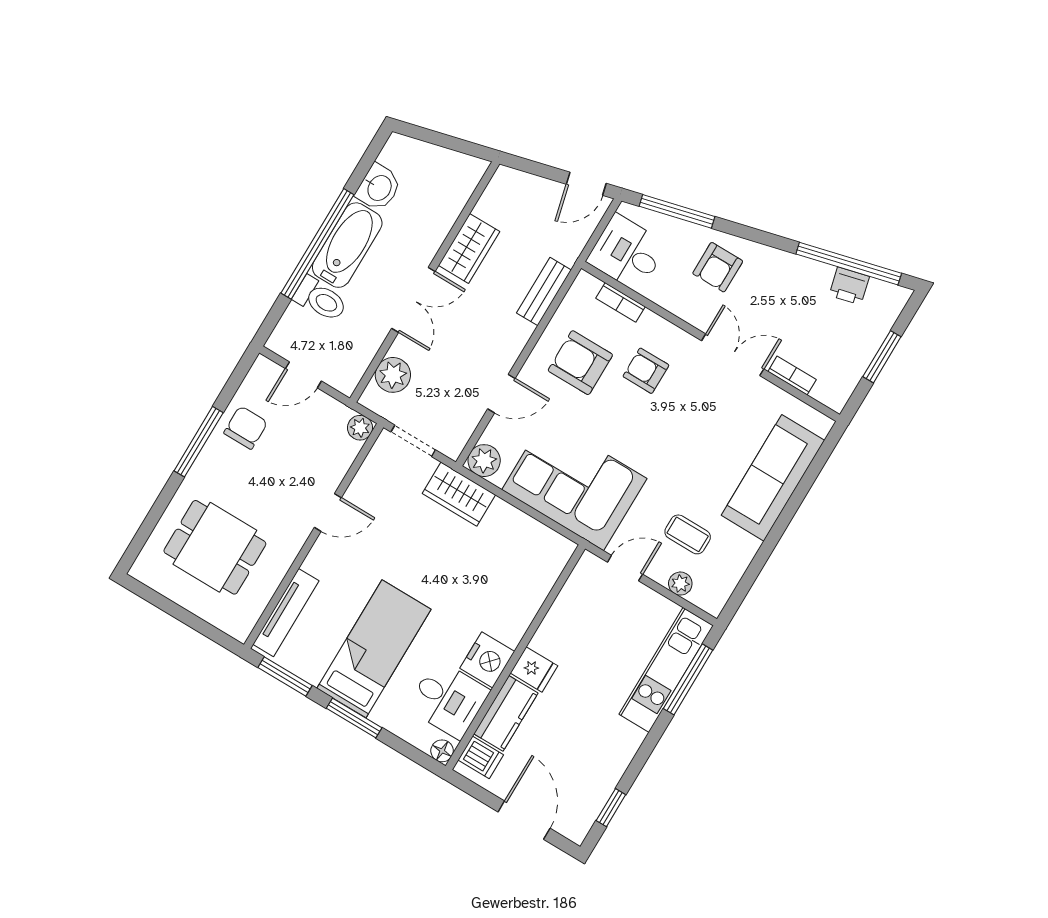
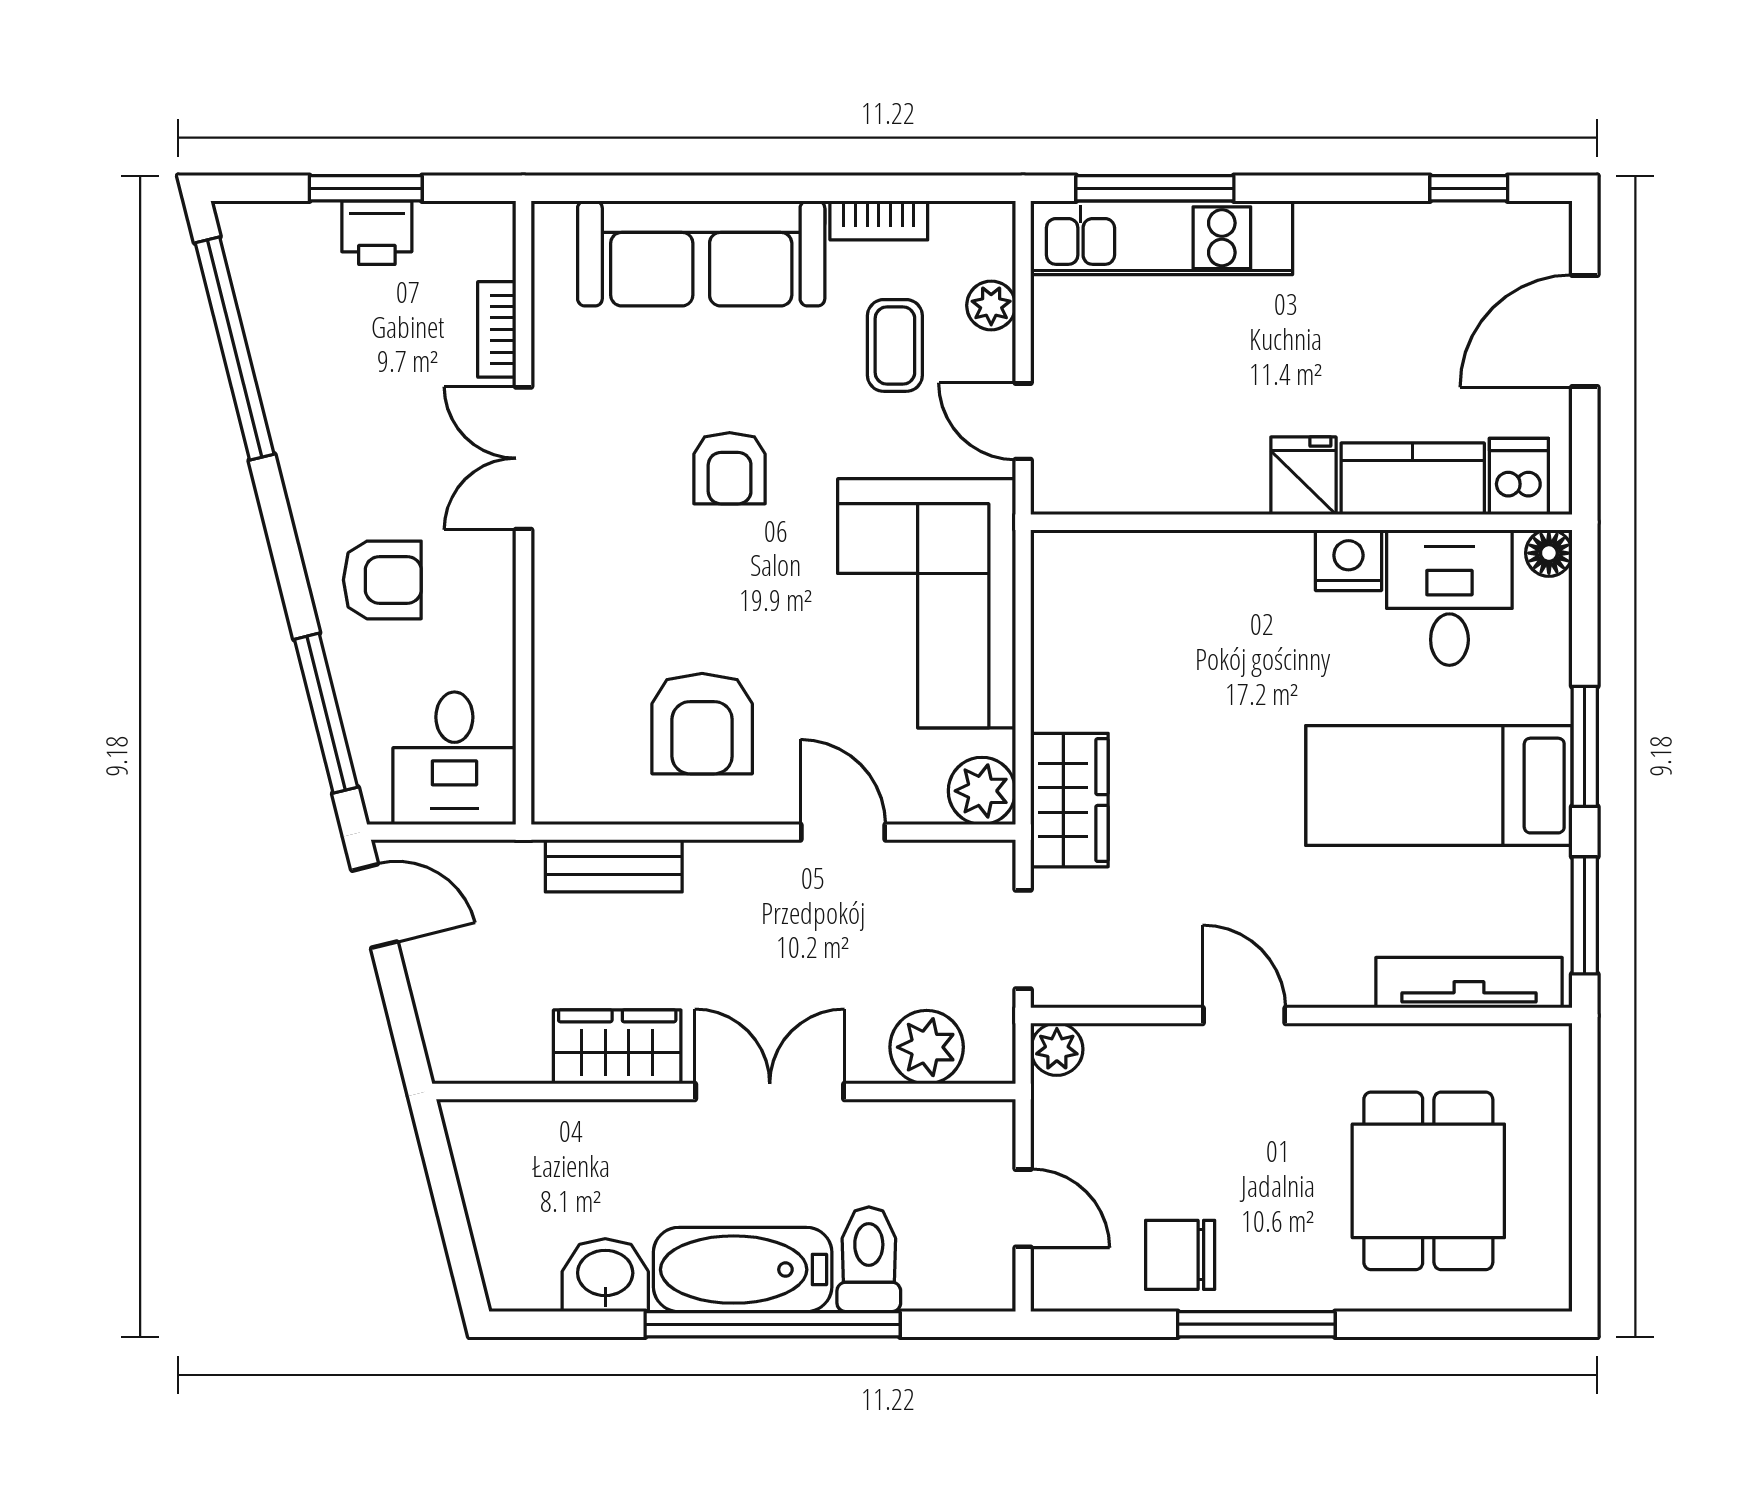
printer: (849, 286) -> (377, 233), moved, turned 104
bookcase: (621, 302) -> (879, 220), moved, turned 90
armchair: (646, 371) -> (730, 468), moved
nightstand: (487, 660) -> (1348, 560), width x0.74, depth x0.75

